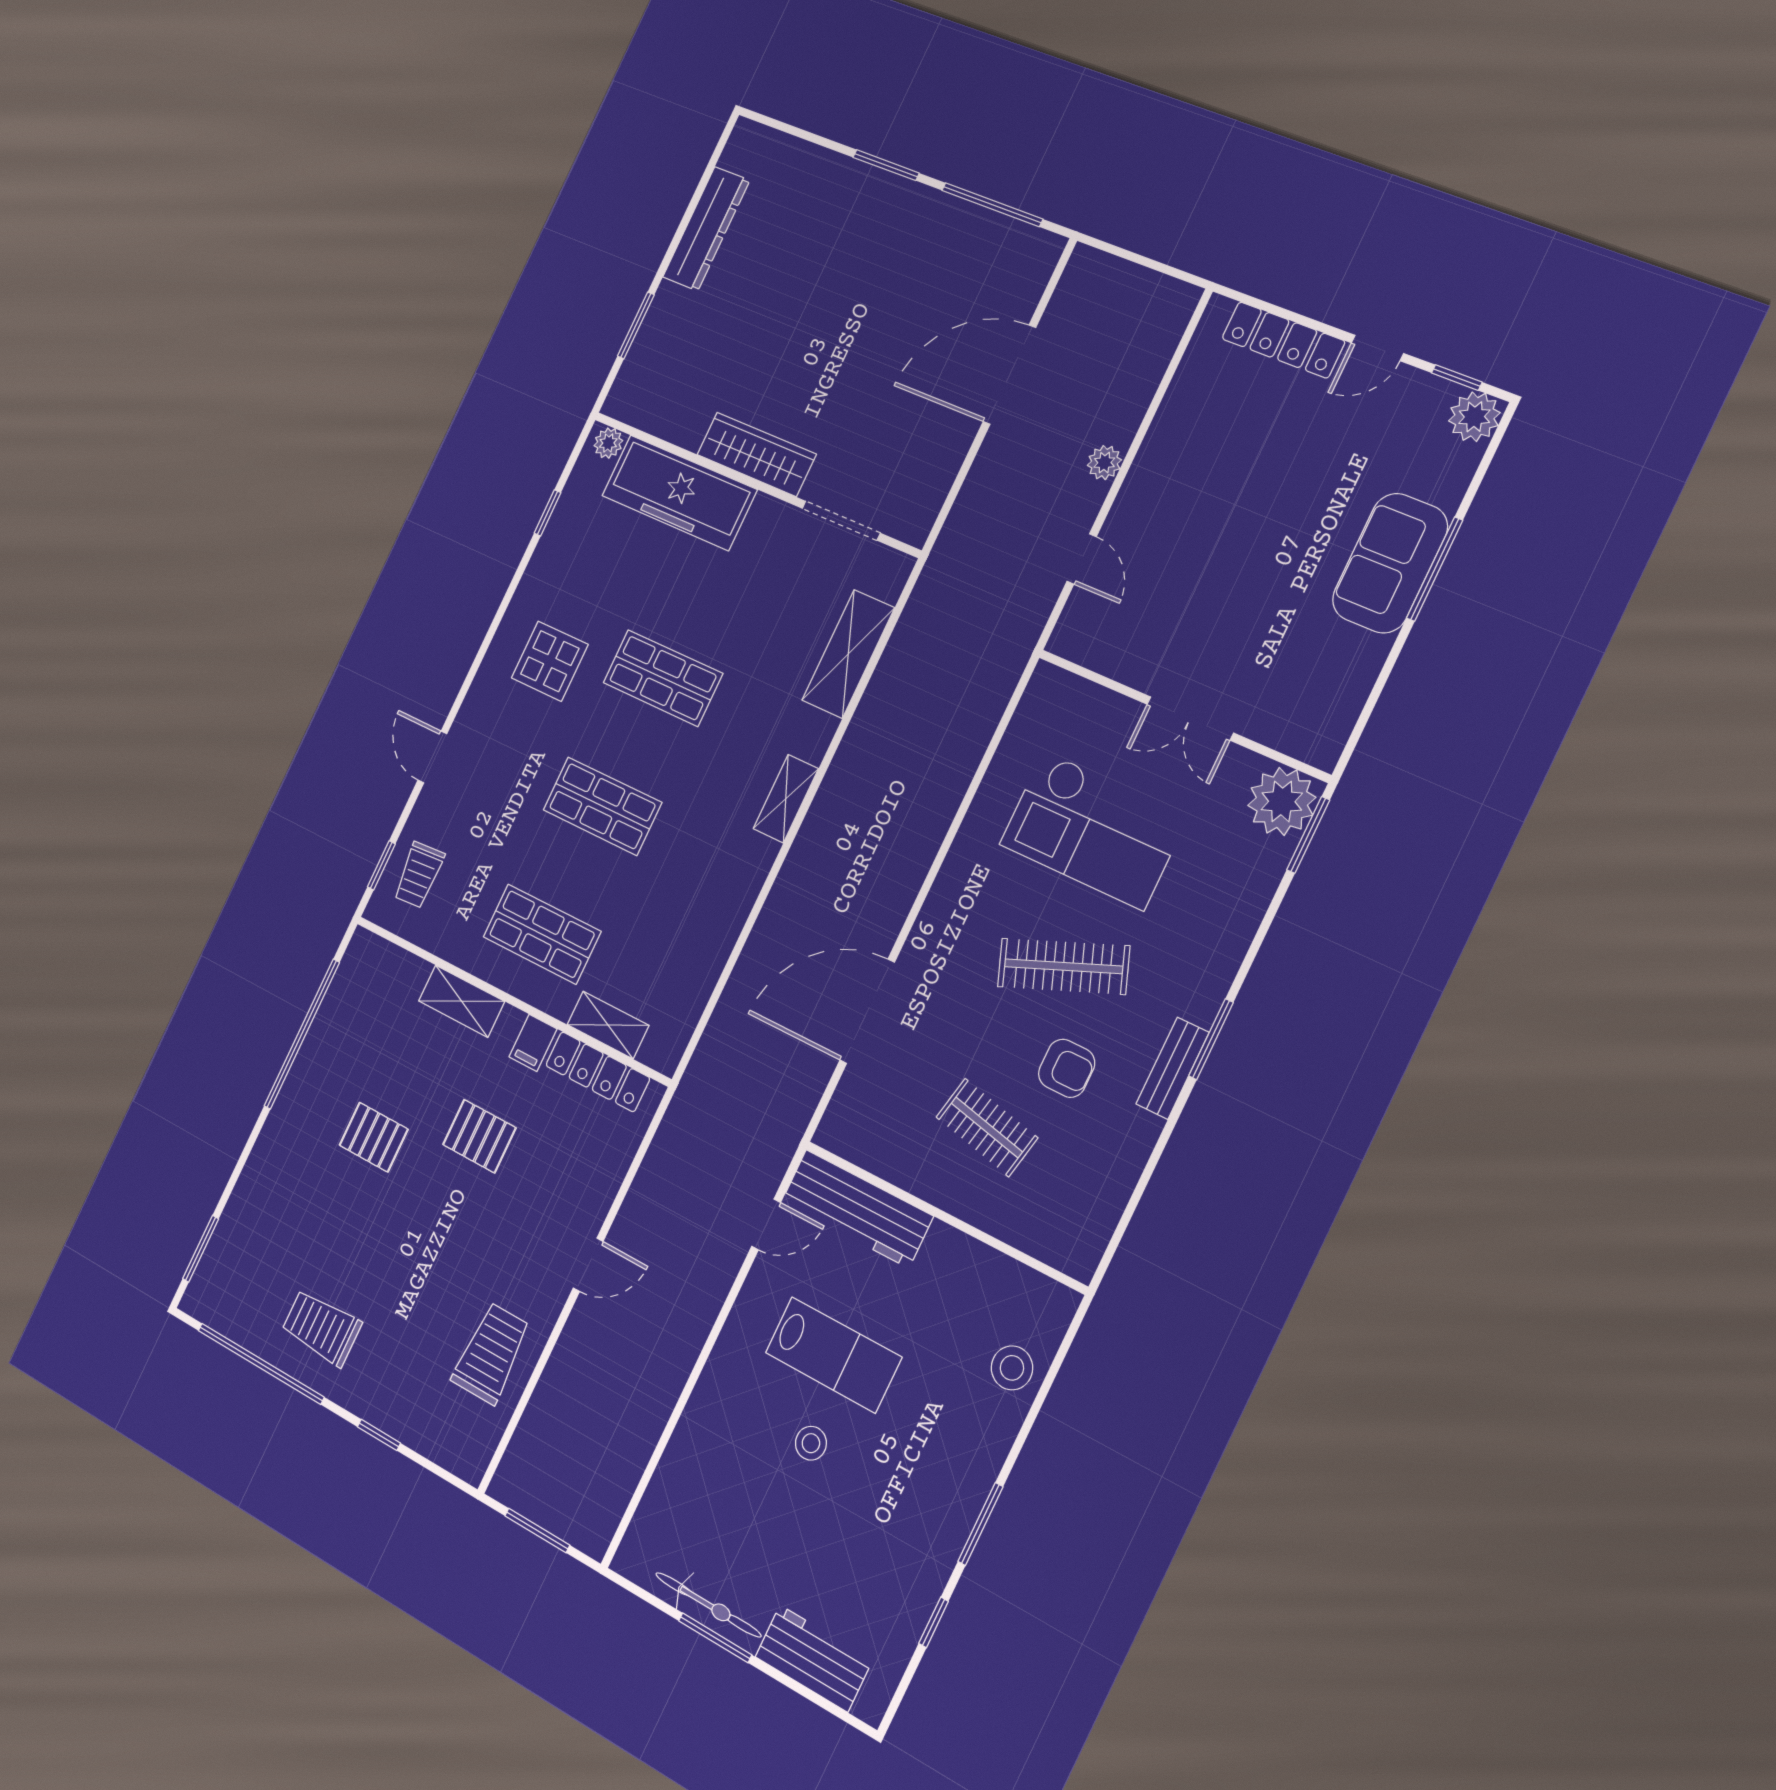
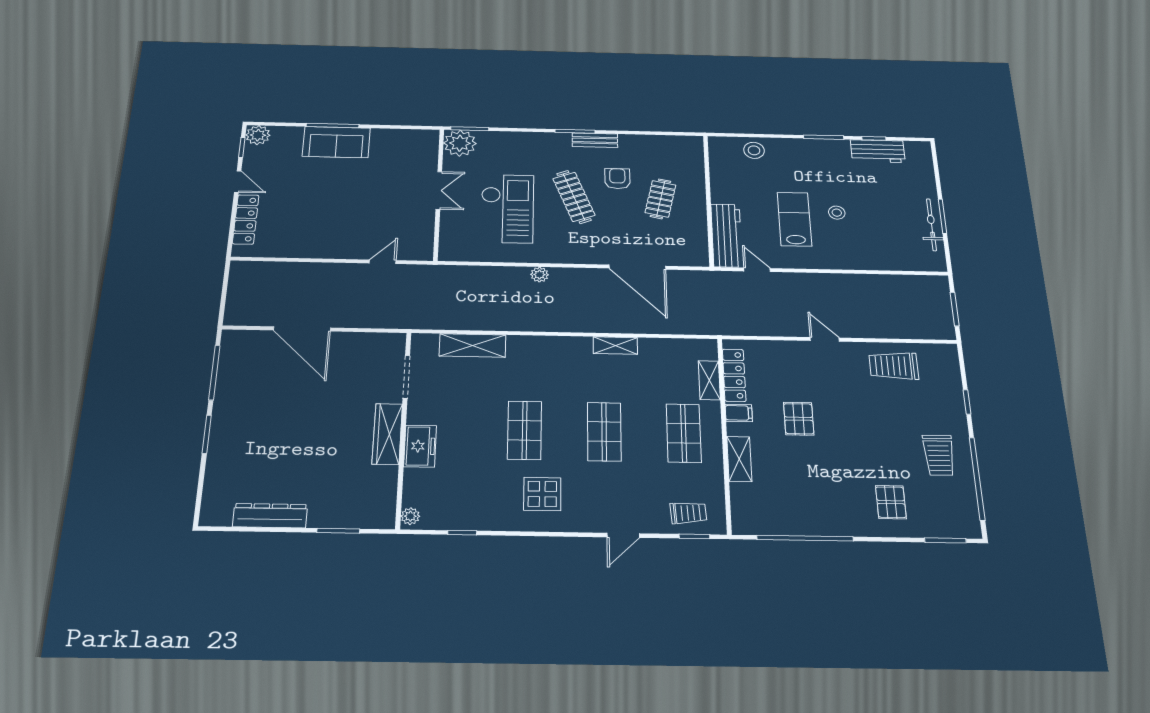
plant: (1104, 463) -> (540, 275), moved
freezer: (679, 493) -> (420, 446), width x0.52, depth x0.79
shelving: (786, 799) -> (615, 346), moved
pallet: (374, 1137) -> (891, 502), moved
workbench: (814, 1658) -> (878, 151), moved, turned -90

